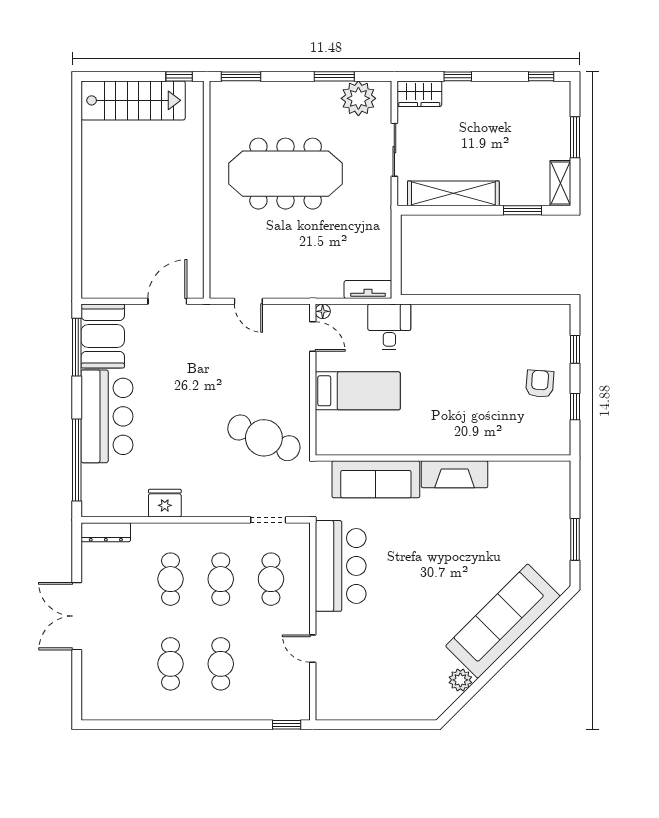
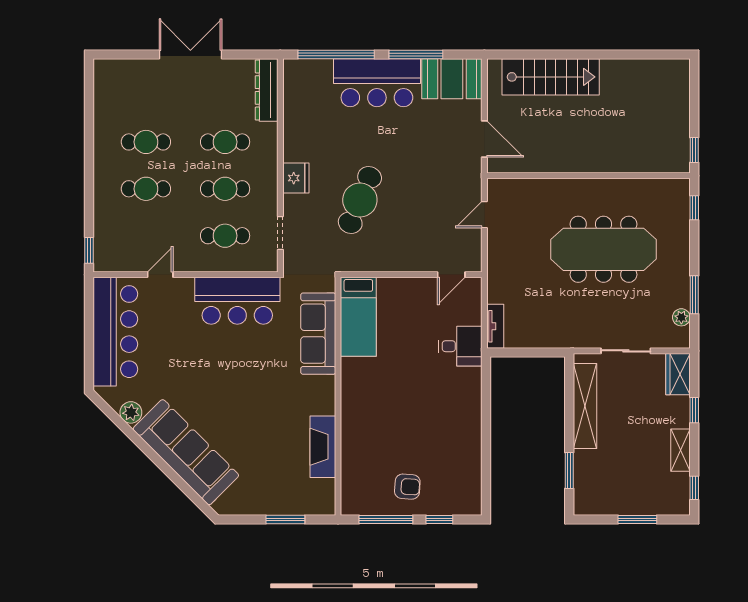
window: (241, 76) -> (694, 208), width x0.67
plant: (358, 98) -> (681, 317), width x0.53, depth x0.53
stairs: (133, 100) -> (551, 77), moved, turned -90
meeting table: (286, 174) -> (603, 249), turned 90
shelving: (560, 183) -> (680, 450), moved, turned 90
floor lamp: (323, 311) -> (475, 284), removed
window: (77, 347) -> (416, 54), moved
bed: (358, 391) -> (358, 317), moved
window: (575, 407) -> (386, 519), width x2.17
cafe table: (264, 438) -> (360, 200), moved
fireplace: (455, 474) -> (323, 447), moved
fridge: (165, 503) -> (296, 178), moved
dresser: (106, 532) -> (267, 90), width x1.37, depth x1.24
window: (575, 539) -> (285, 519), moved
bar counter: (374, 697) -> (115, 332), added

